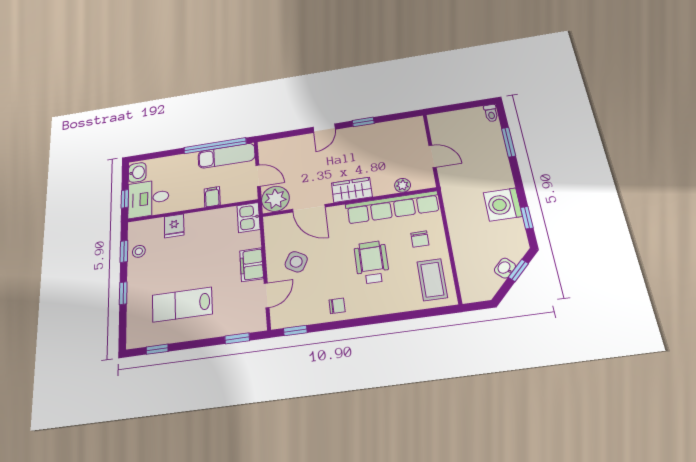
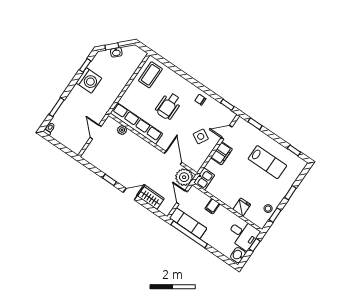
wardrobe: (352, 190) -> (151, 197), moved, turned 180
chair: (420, 239) -> (139, 98), removed

